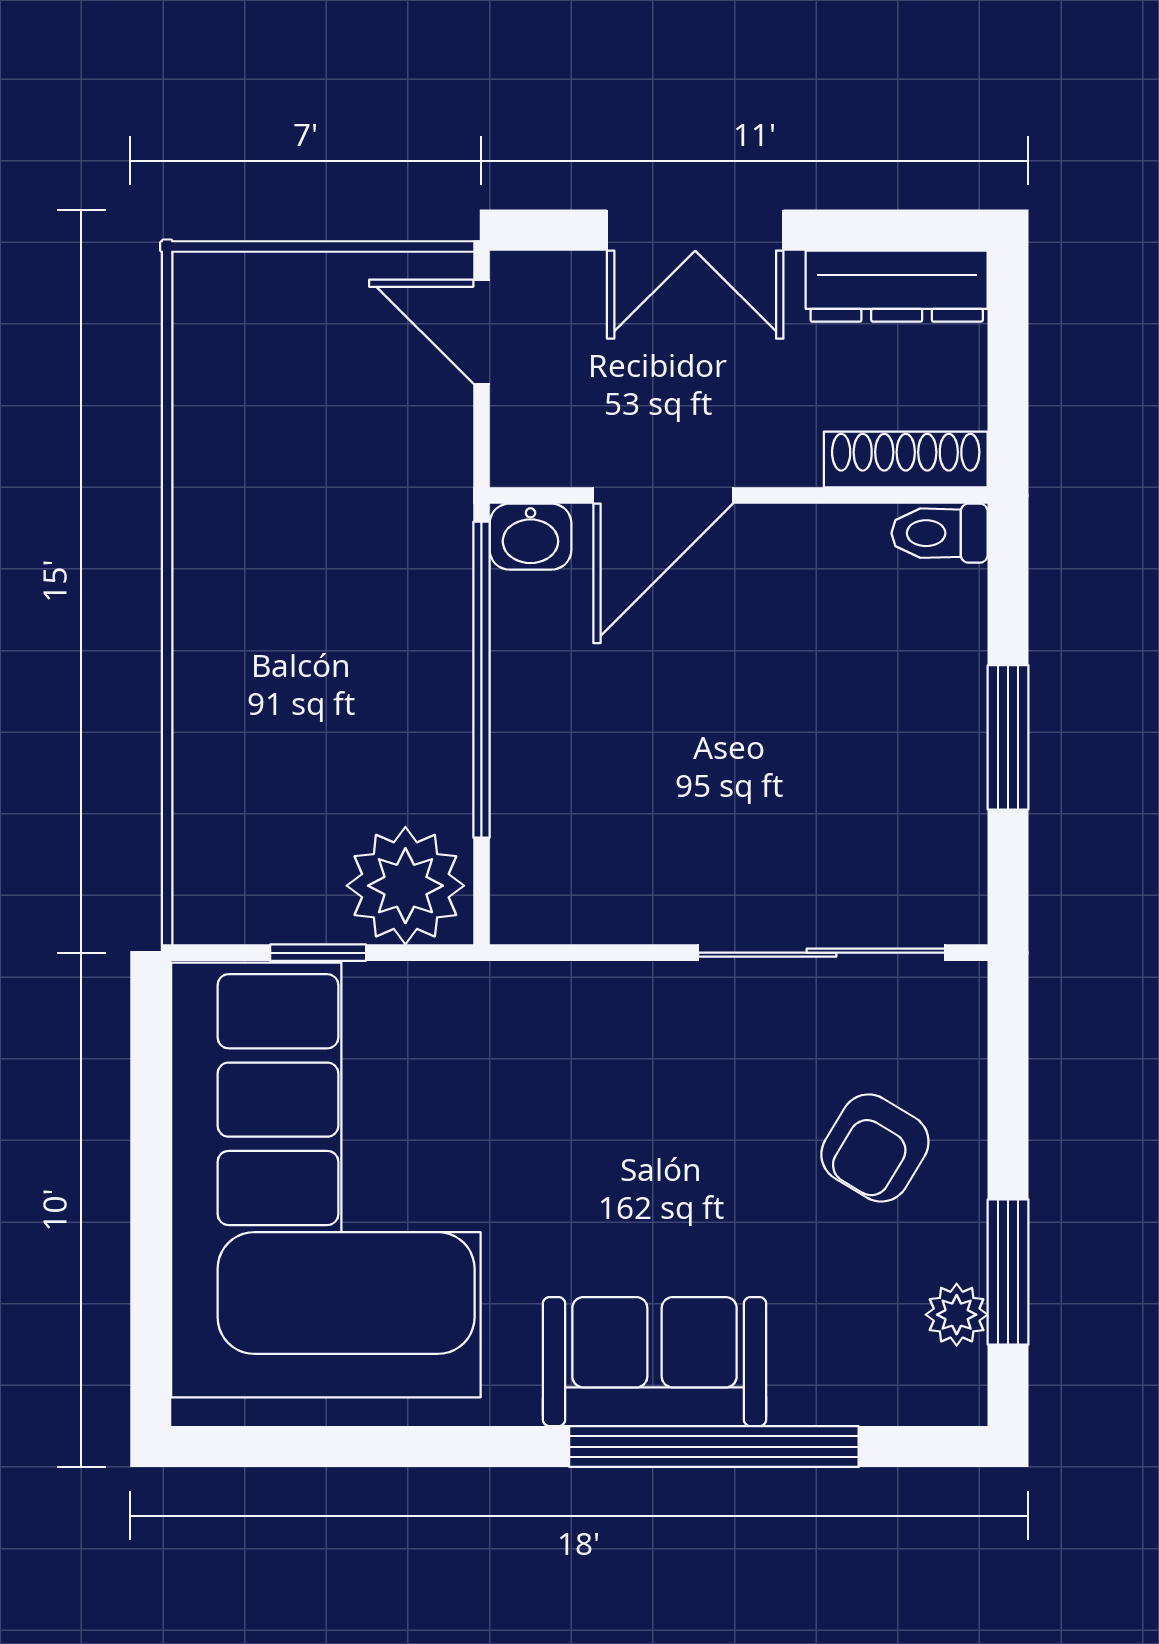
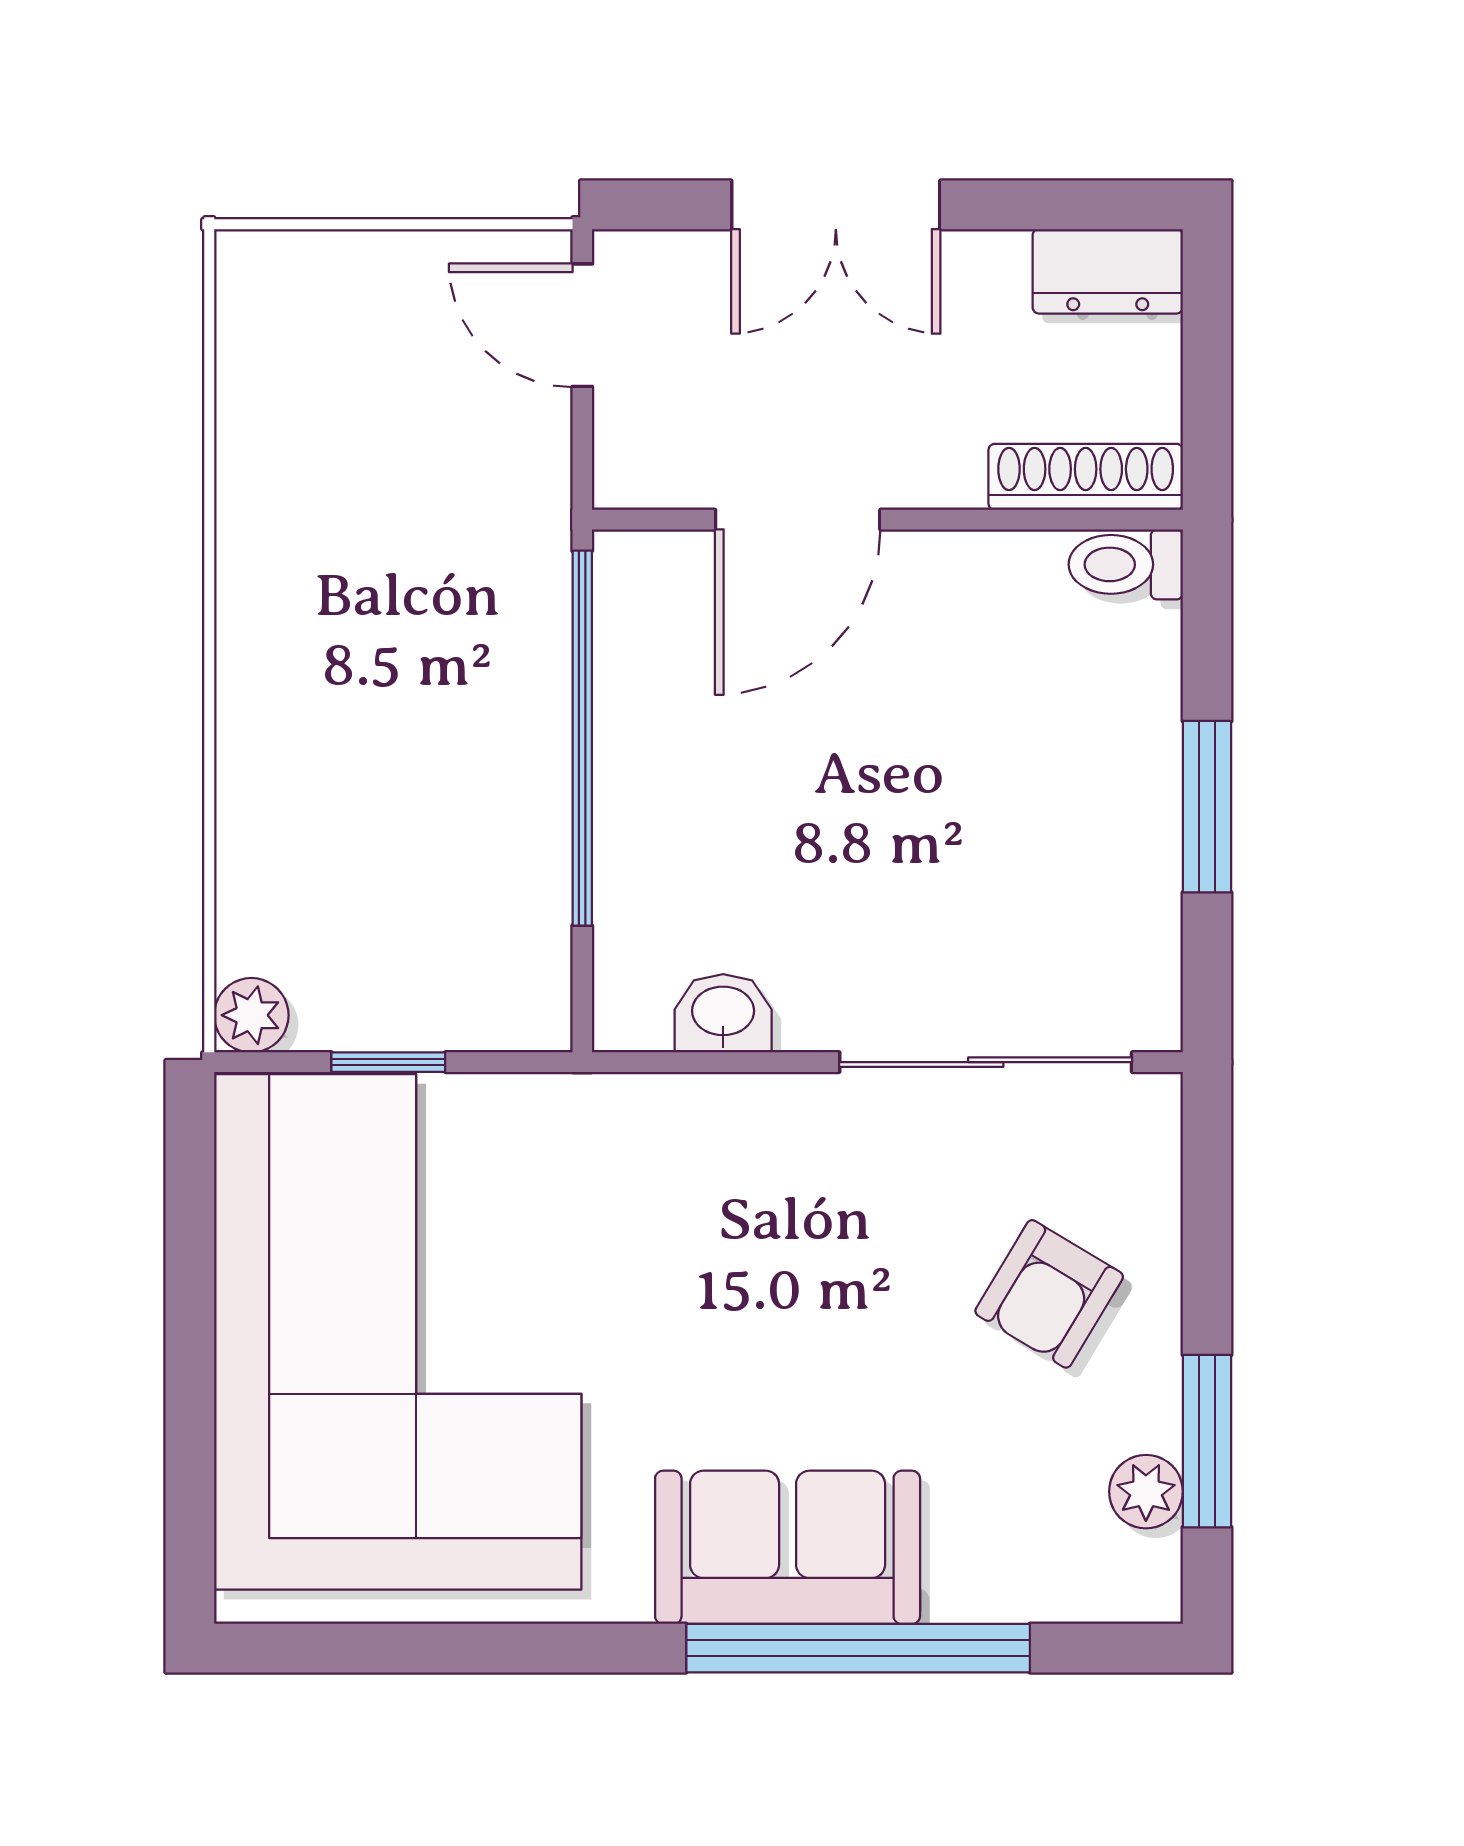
dresser: (897, 286) -> (1108, 271), width x0.70
washbasin: (530, 537) -> (723, 1013), moved, turned 180
plant: (405, 886) -> (251, 1015), moved, width x0.53, depth x0.53

